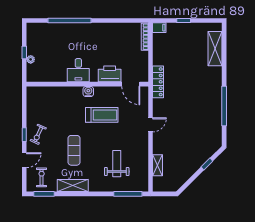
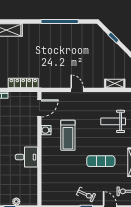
printer: (110, 74) -> (30, 128), removed
locker: (158, 82) -> (23, 83), moved
water cooler: (88, 92) -> (46, 130), moved
treadmill: (102, 115) -> (68, 135), turned 180

